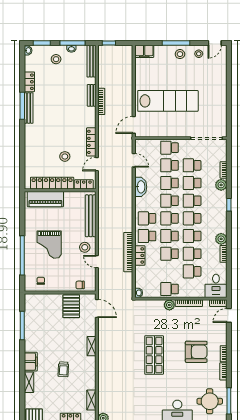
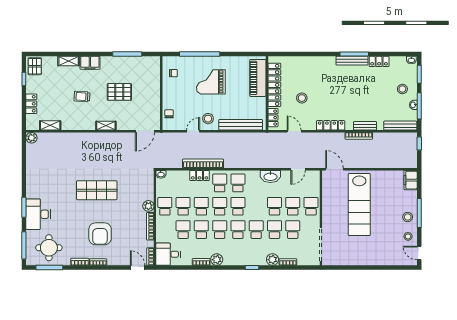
locker: (91, 142) -> (331, 125), moved
school desk: (170, 201) -> (183, 206), moved
pallet: (71, 306) -> (119, 92), moved

